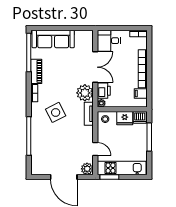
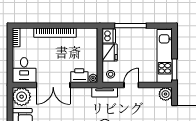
double door: (95, 67) -> (53, 85), swing flipped
plant: (85, 93) -> (22, 97), moved
filing cabinet: (141, 93) -> (82, 35), removed
door: (95, 149) -> (131, 85), moved

